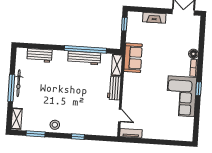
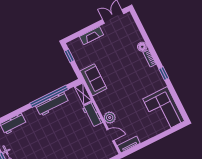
corner sofa: (181, 96) -> (164, 110), moved
plant: (128, 100) -> (110, 118), added

